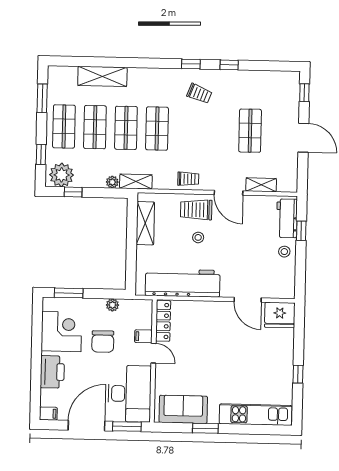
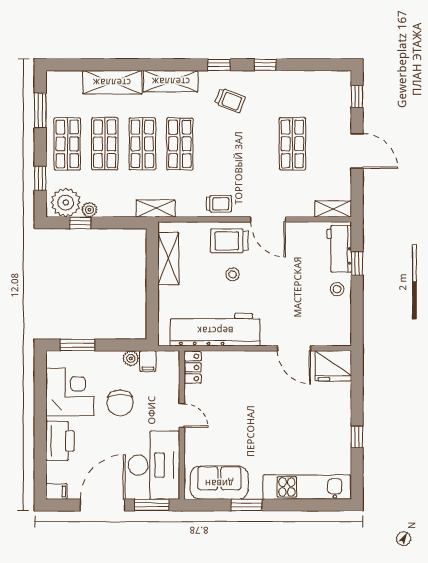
shelving: (151, 77) -> (171, 81), added
plant: (112, 182) -> (89, 210), moved
shelving: (261, 185) -> (333, 209), moved
locker: (163, 321) -> (193, 367), width x0.66
filing cabinet: (143, 336) -> (148, 361), moved, turned -90

